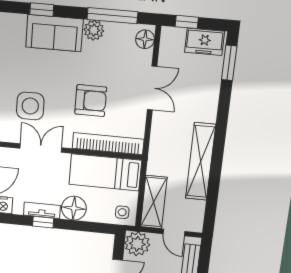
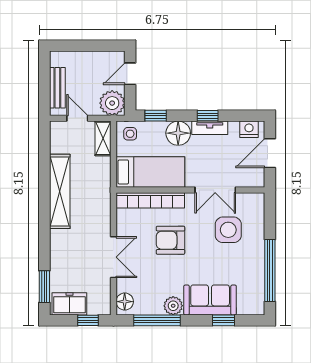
double door: (152, 88) -> (113, 257), swing flipped
shelving: (154, 202) -> (103, 138), width x0.67, depth x0.75
window: (95, 227) -> (156, 116), added

